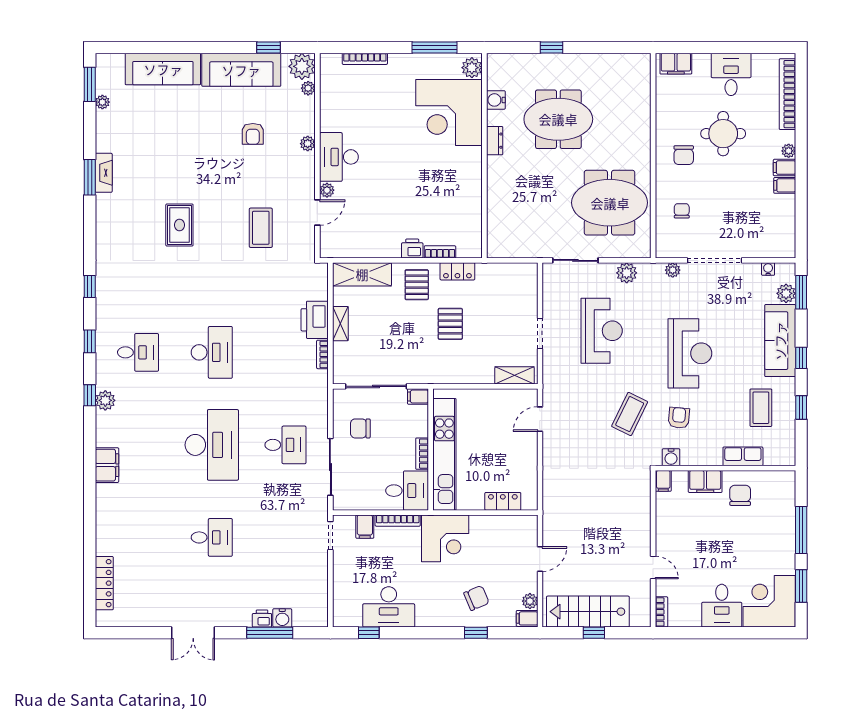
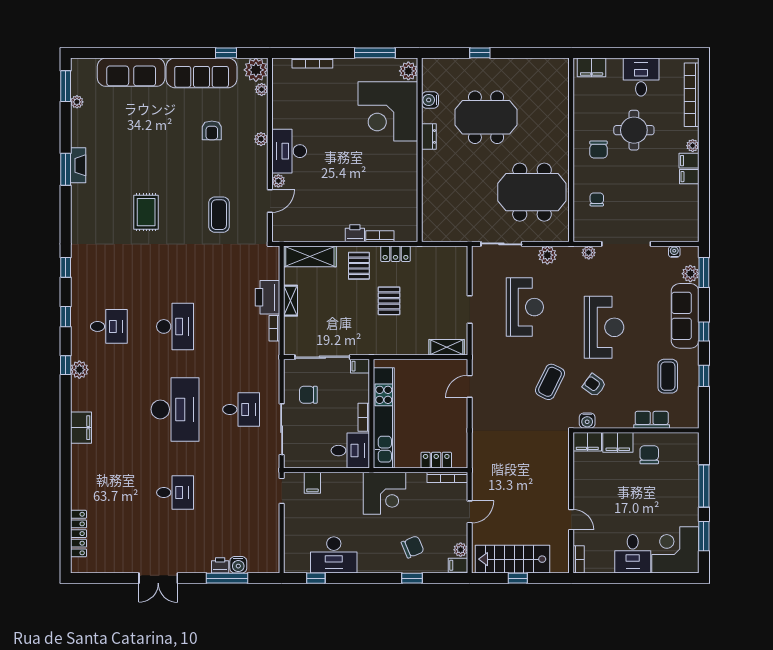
armchair: (679, 418) -> (594, 385), turned -59
filing cabinet: (663, 481) -> (587, 442), width x2.00
bookcase: (398, 521) -> (447, 477), moved

